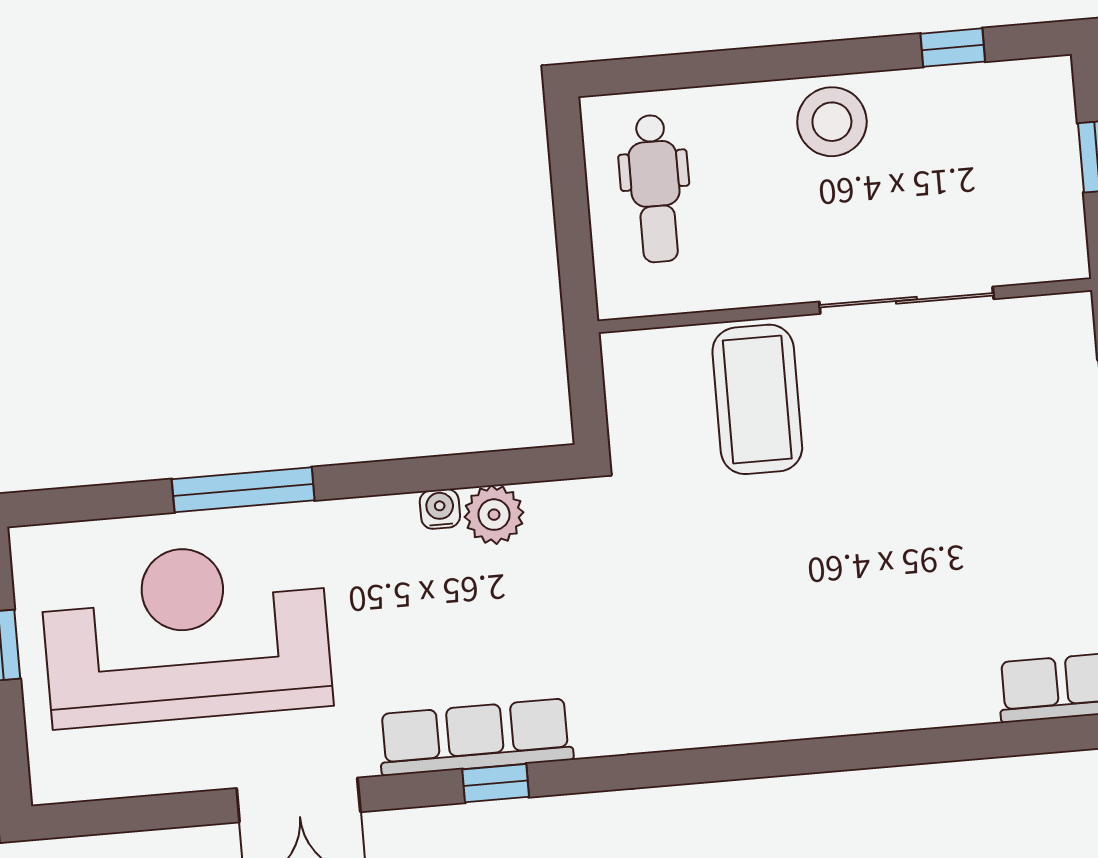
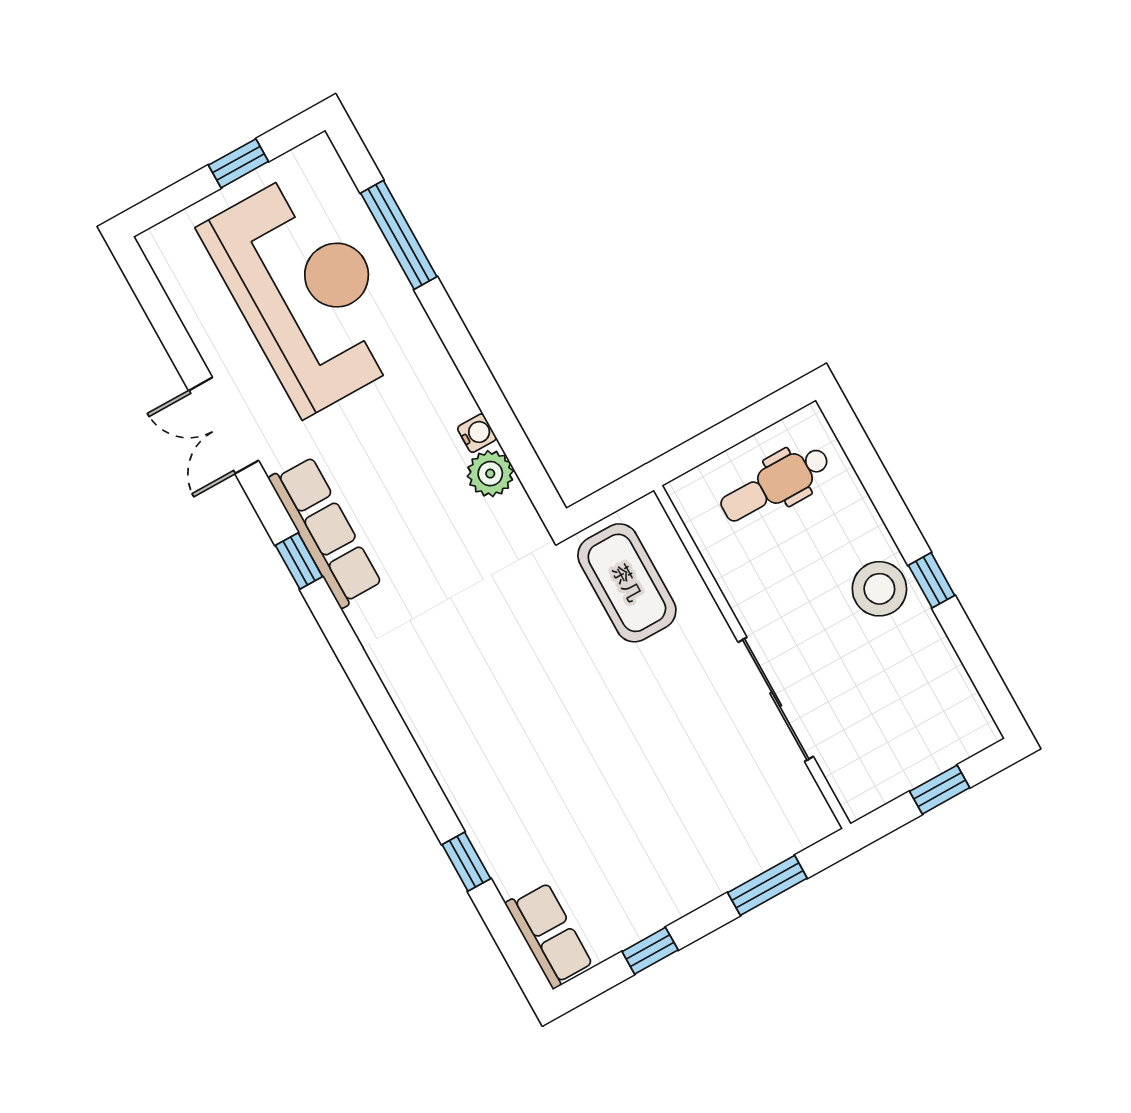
window: (953, 48) -> (932, 580), moved
coffee table: (757, 399) -> (627, 583), moved, turned 90
window: (243, 490) -> (399, 235), moved
window: (933, 746) -> (466, 862), added

